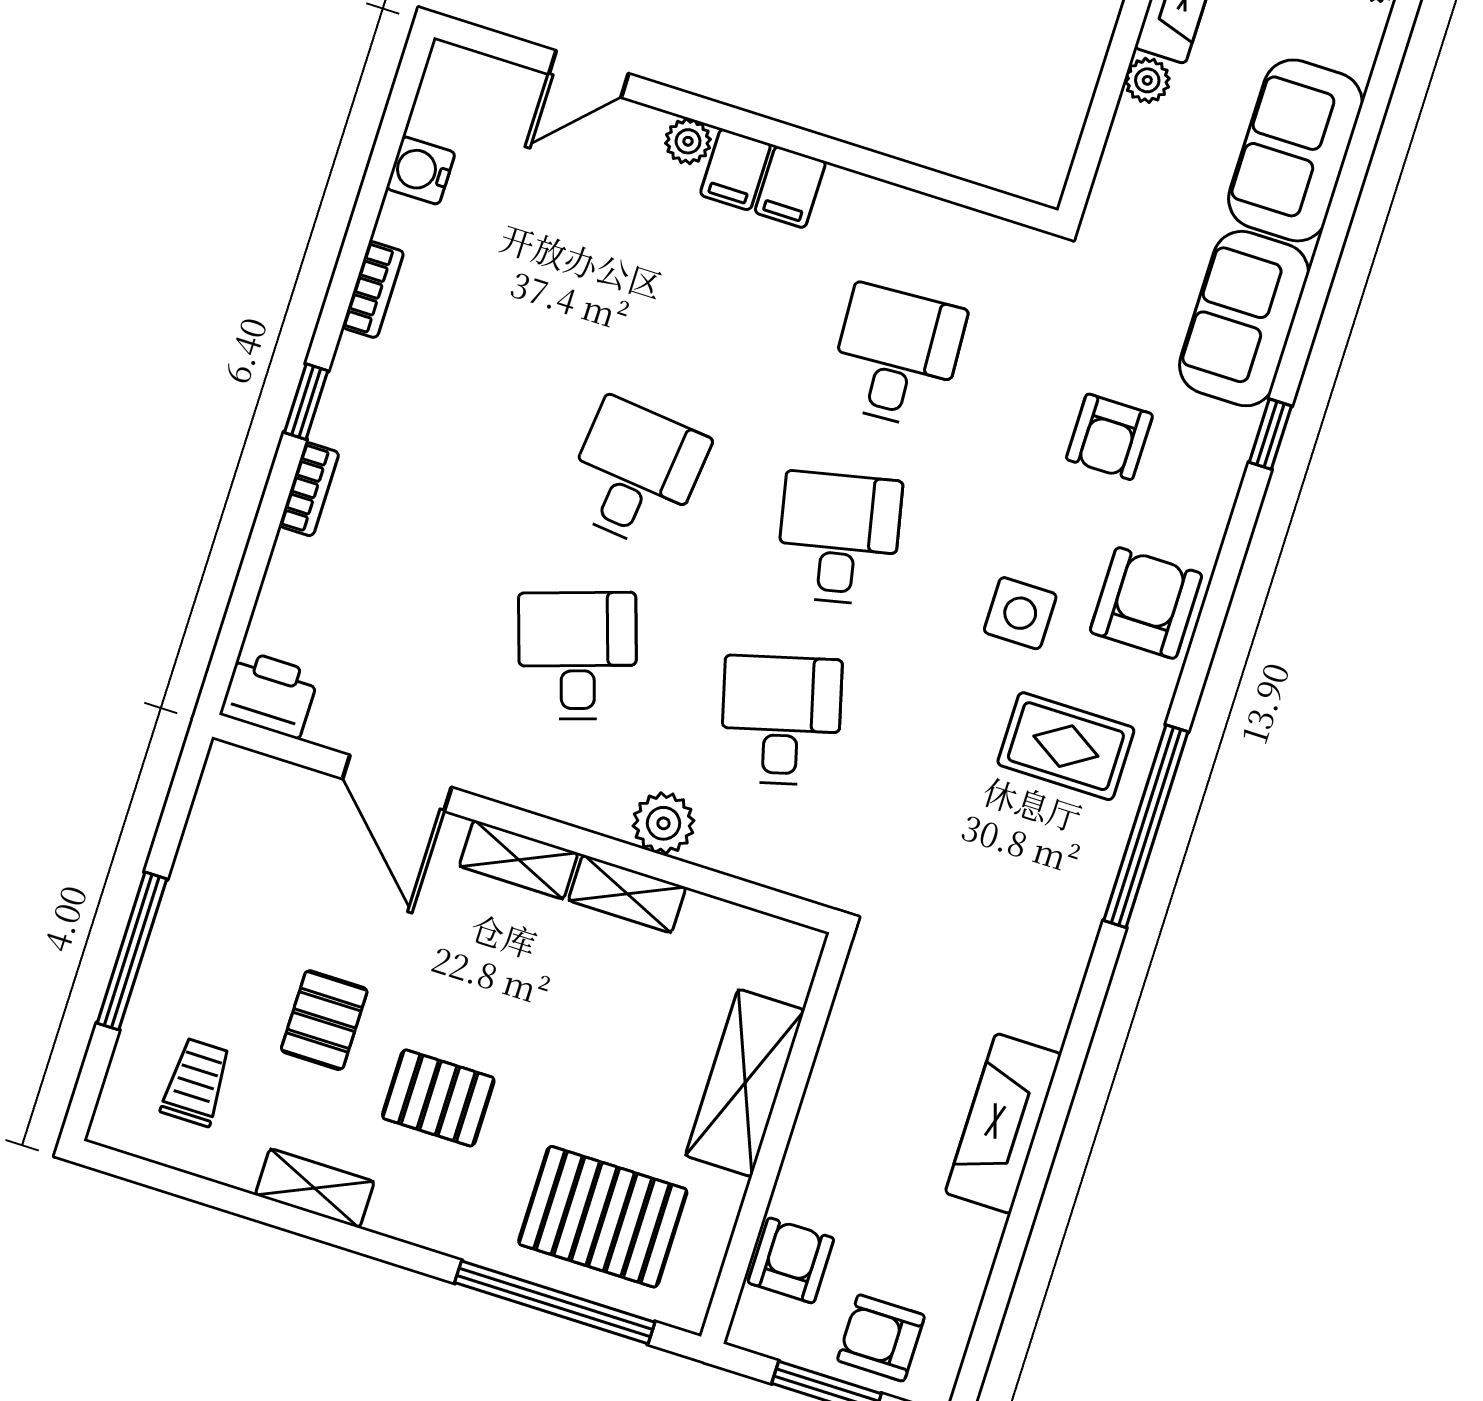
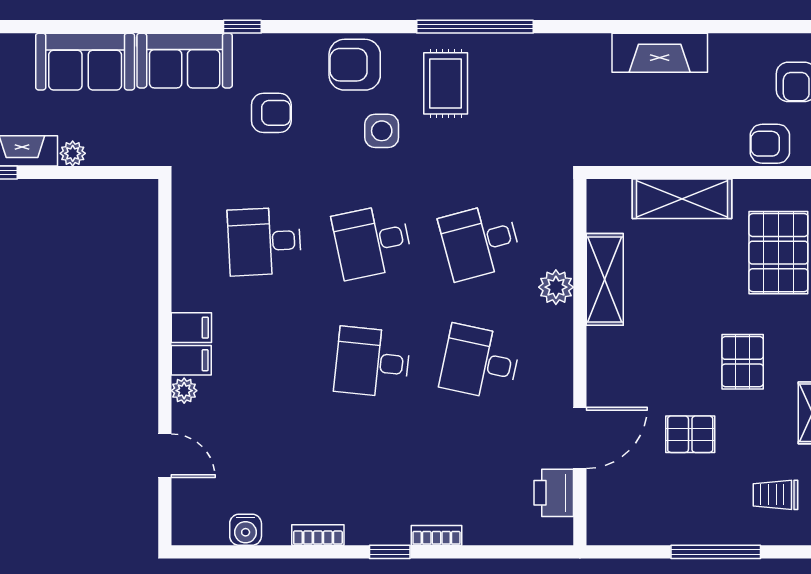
desk: (577, 656) -> (480, 362), turned 30
printer: (269, 694) -> (554, 493), moved
shelving: (519, 860) -> (600, 359), removed
shelving: (627, 894) -> (605, 279), width x1.50, depth x1.33
pallet: (324, 1020) -> (690, 434), moved

